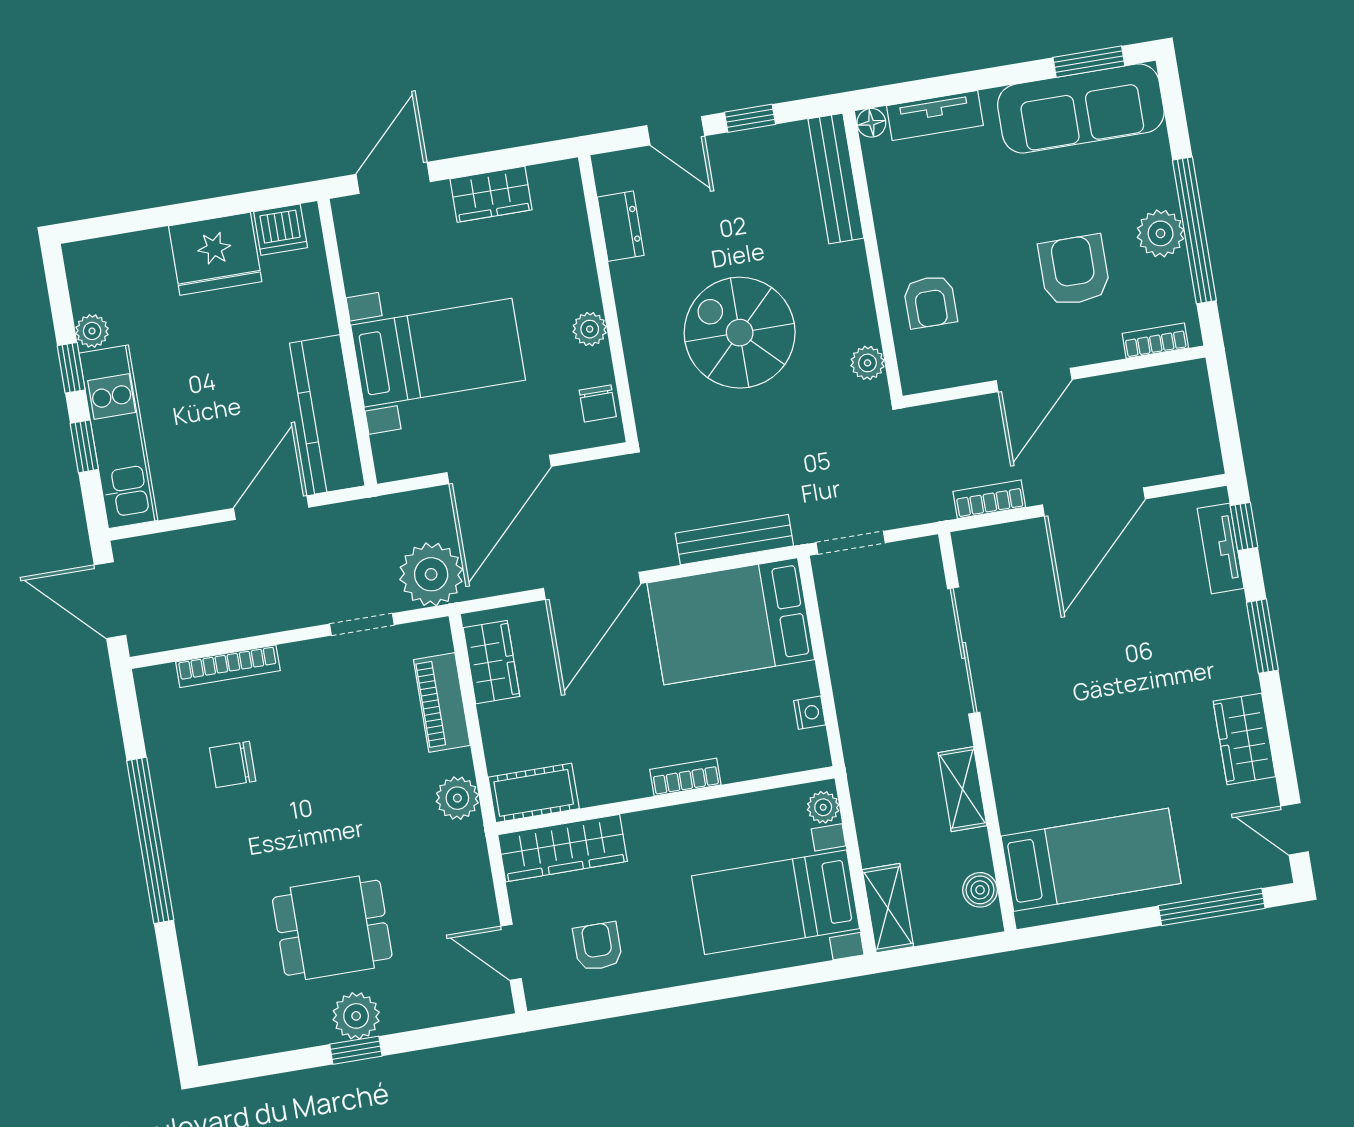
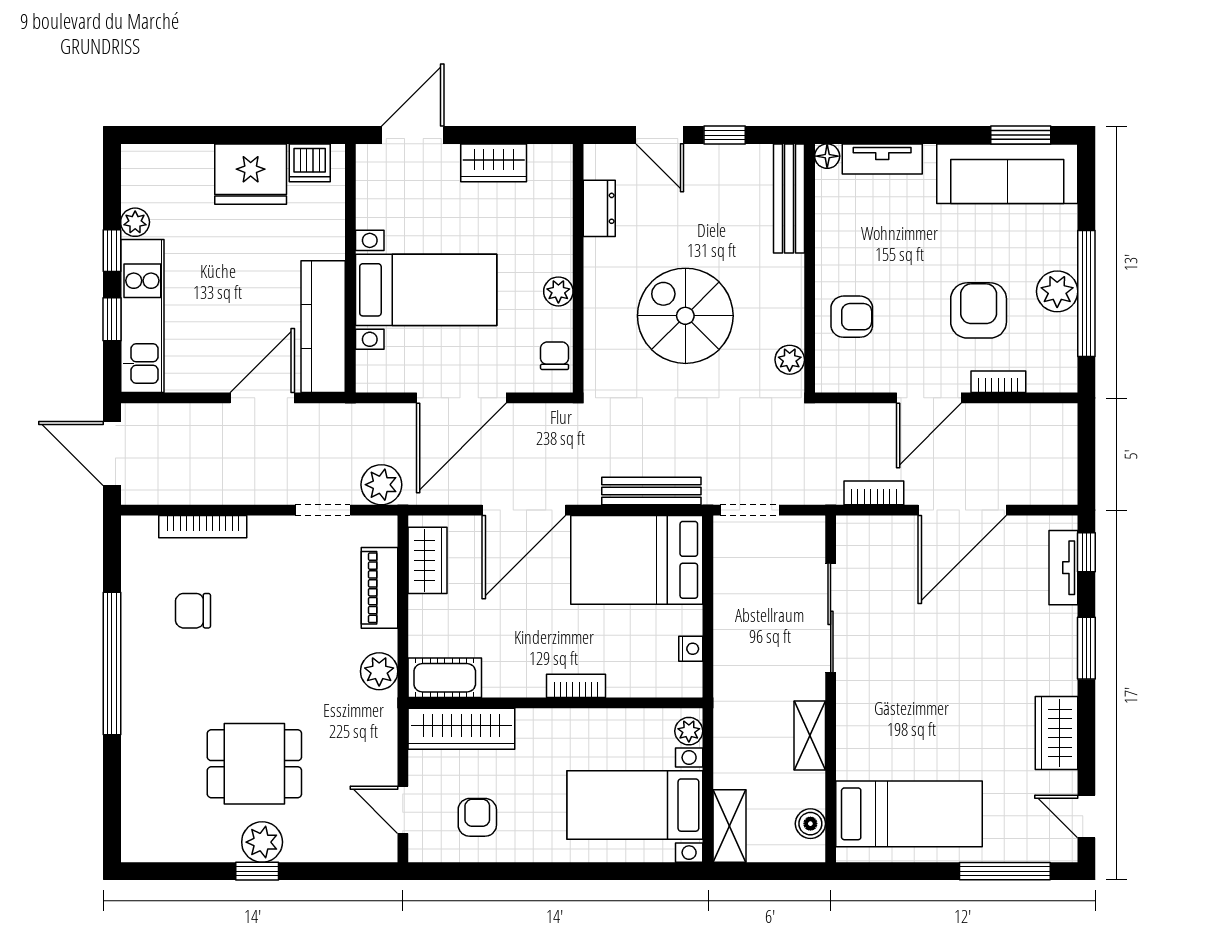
armchair: (930, 302) -> (852, 317), turned -90
bookcase: (1155, 341) -> (998, 382), moved
chair: (598, 403) -> (555, 356), turned 180
plant: (431, 574) -> (381, 485), width x0.73, depth x0.73

